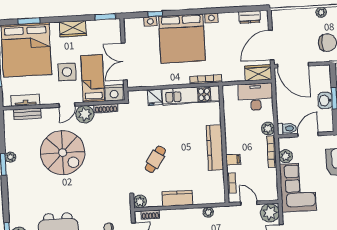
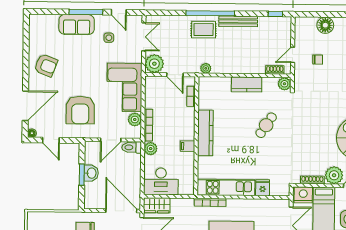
filing cabinet: (233, 160) -> (187, 146), moved
plant: (208, 212) -> (206, 68), moved

